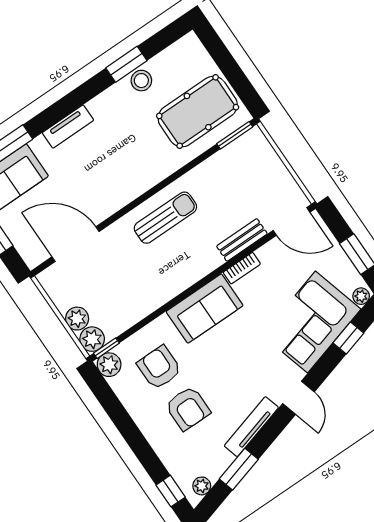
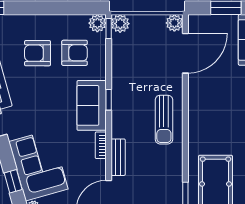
window: (185, 294) -> (109, 100), added
plant: (77, 319) -> (174, 23), moved

